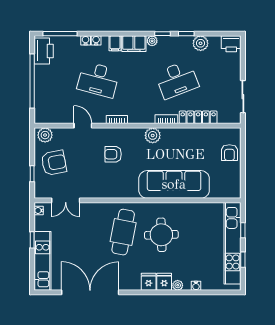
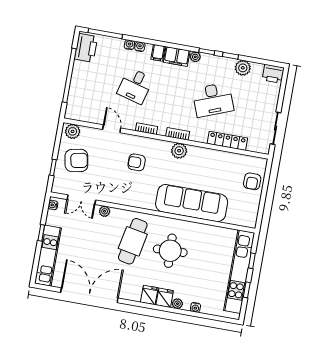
desk: (98, 80) -> (135, 86), width x0.73
bookcase: (166, 119) -> (178, 134), moved
plant: (90, 208) -> (105, 211), added

